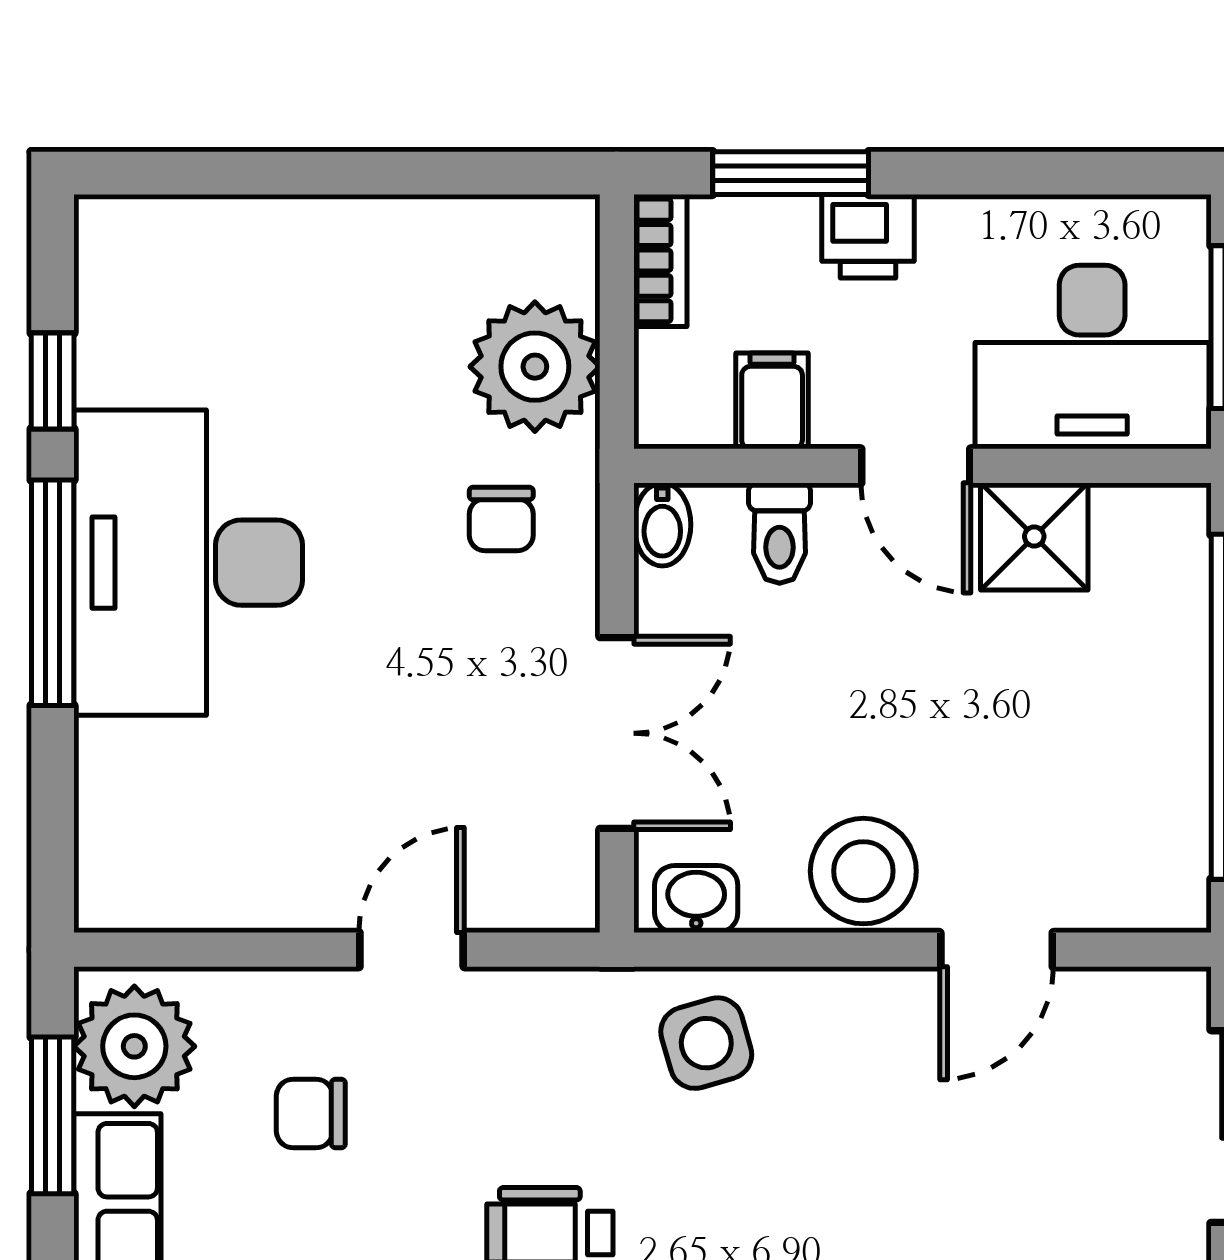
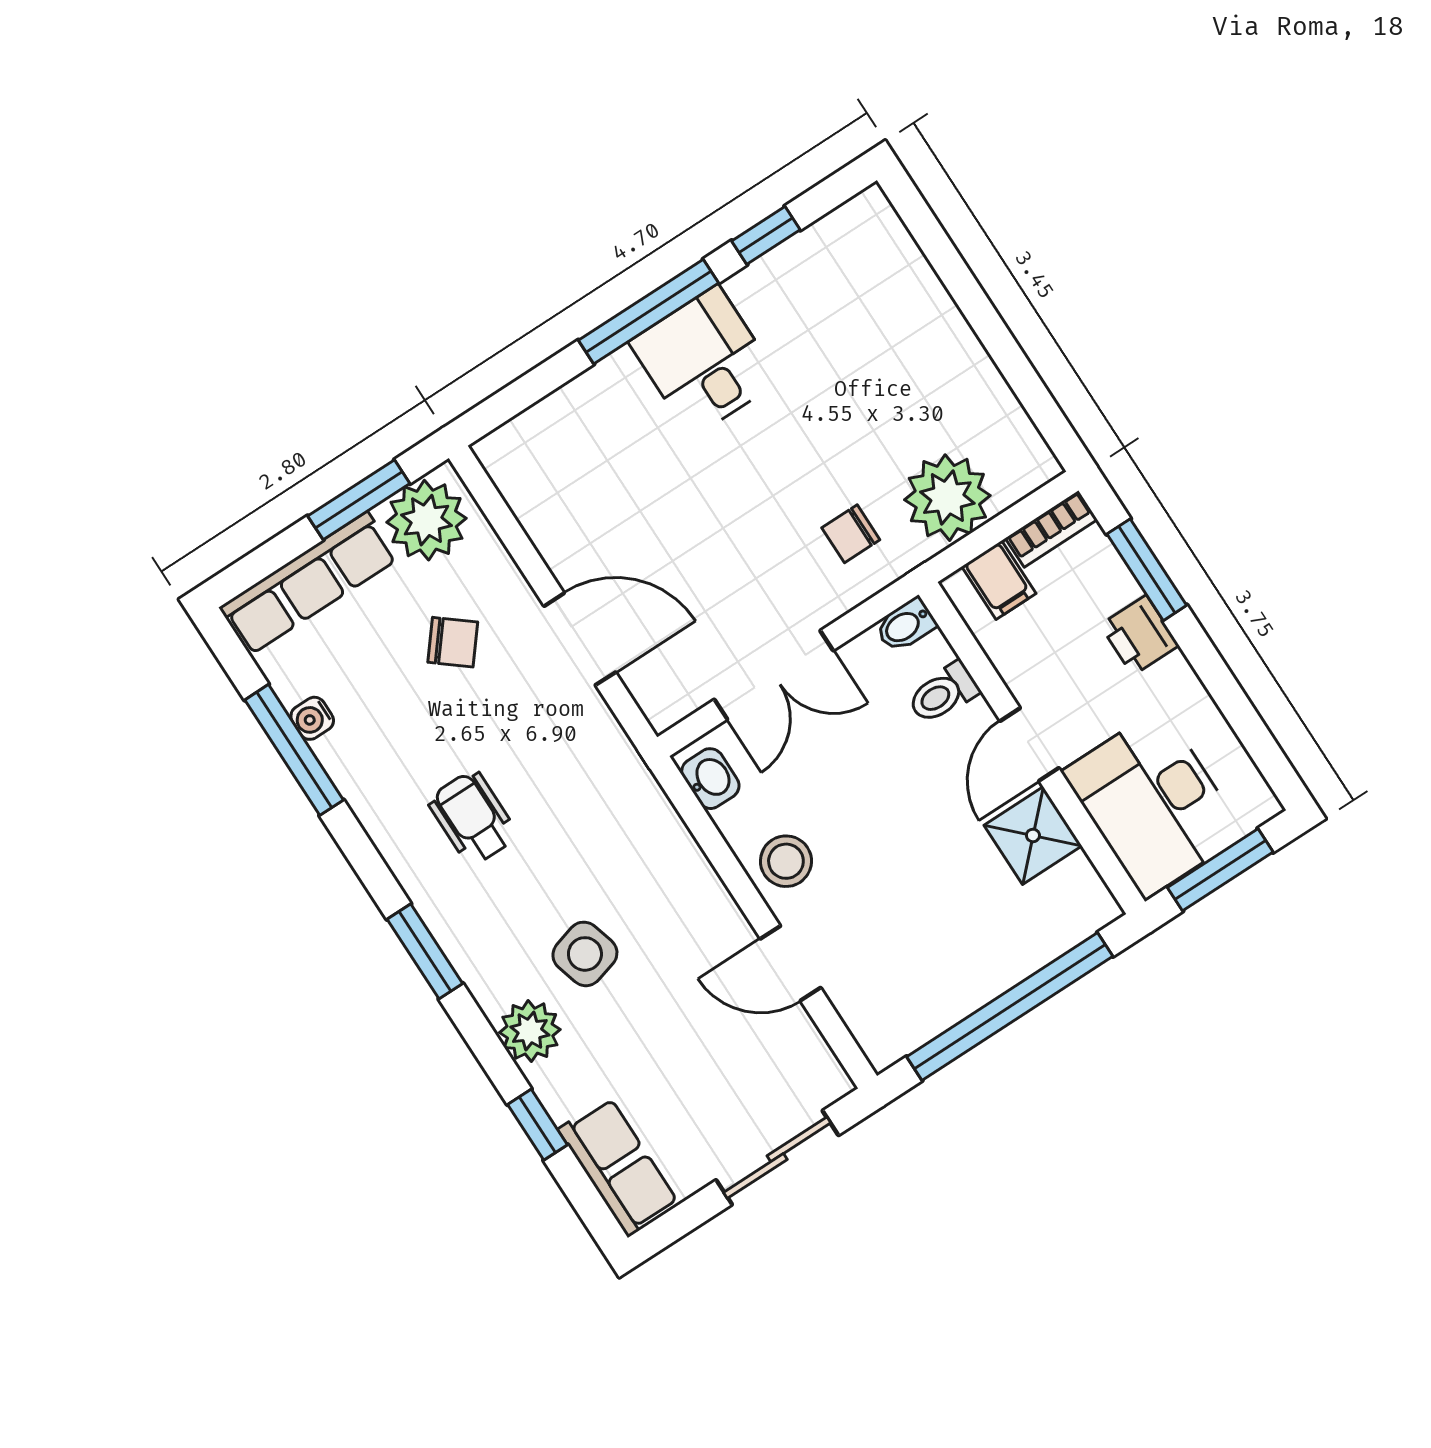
filing cabinet: (772, 401) -> (999, 580), moved, turned 90
desk: (188, 563) -> (704, 361), width x0.53, depth x0.77
stool: (863, 871) -> (786, 861), width x0.73, depth x0.73
door: (412, 950) -> (580, 639), width x1.38
side table: (706, 1043) -> (585, 954), moved
chair: (311, 1114) -> (453, 642), turned 129

